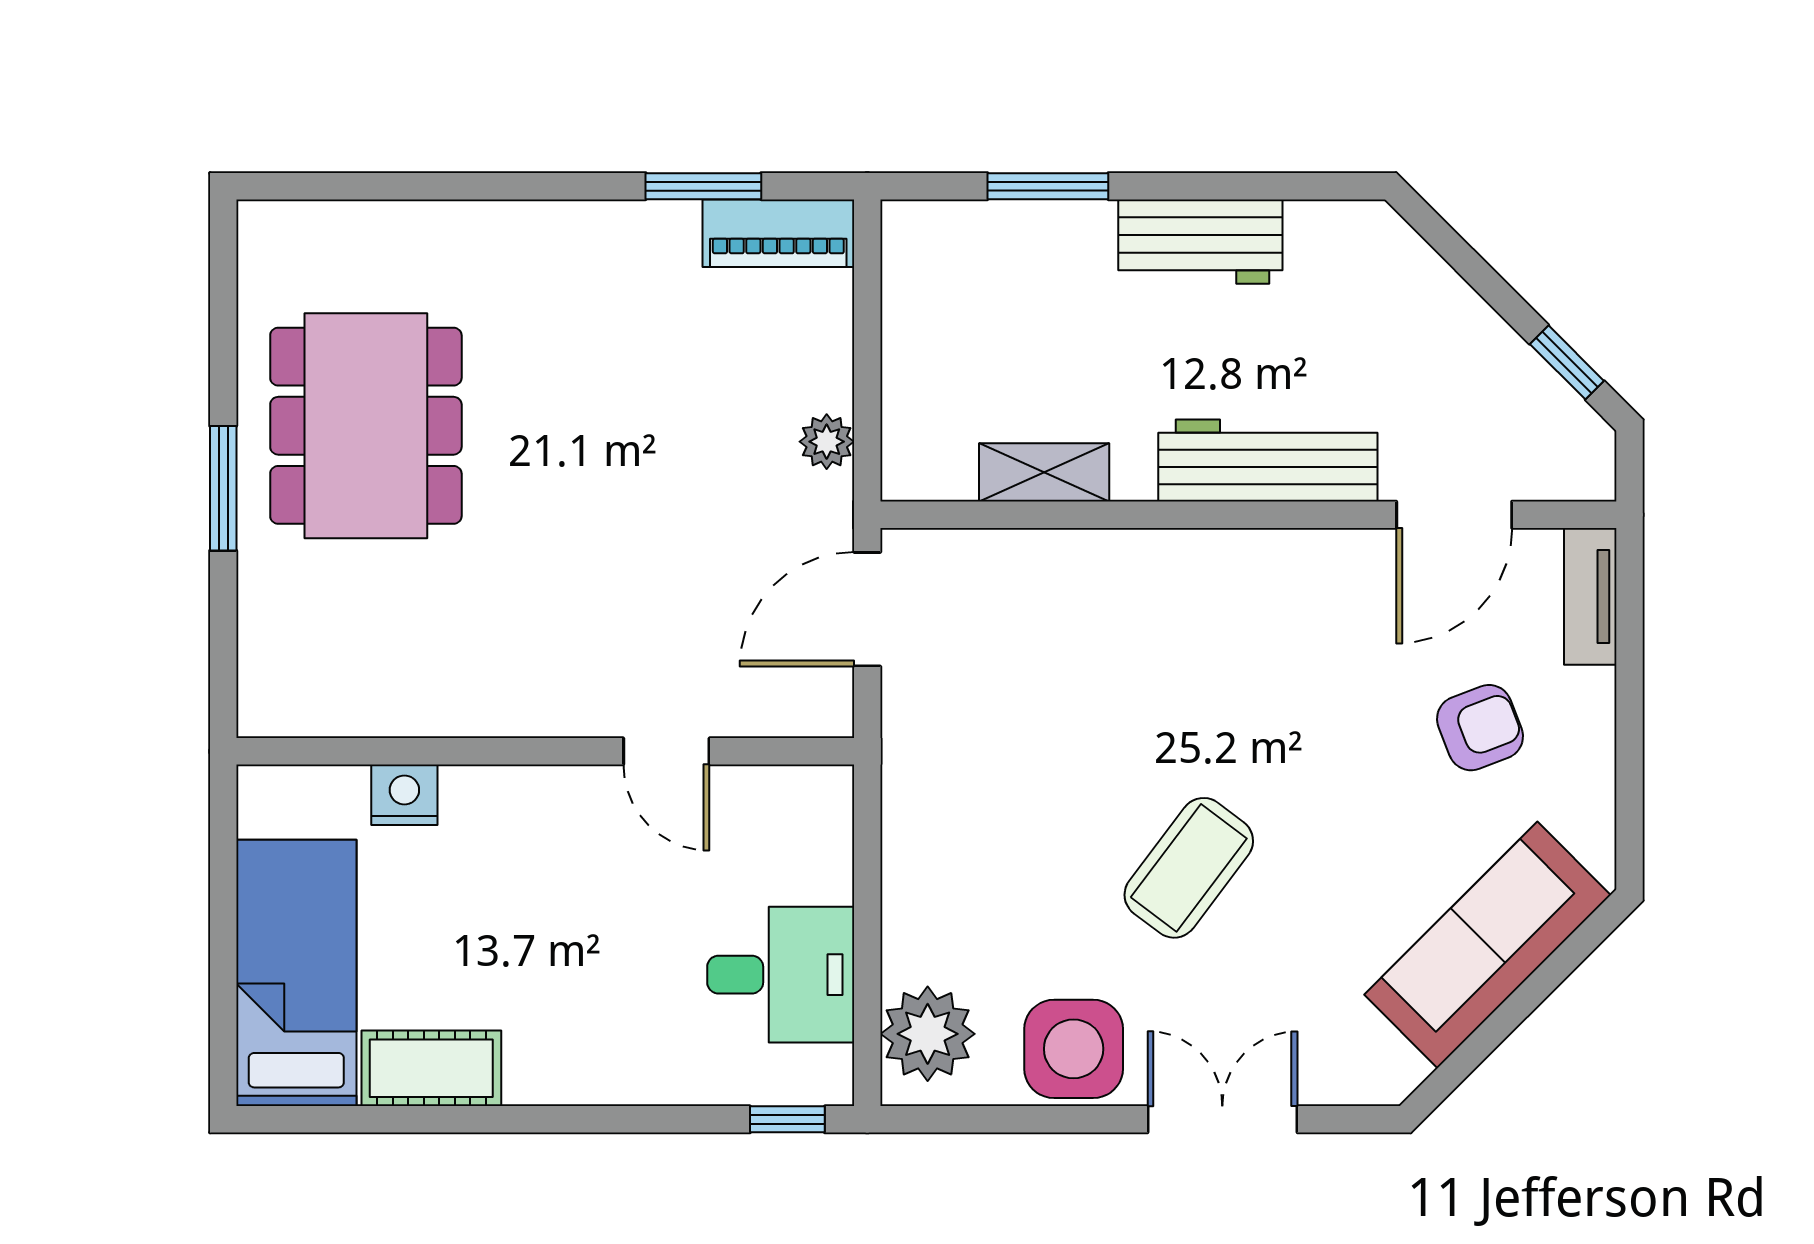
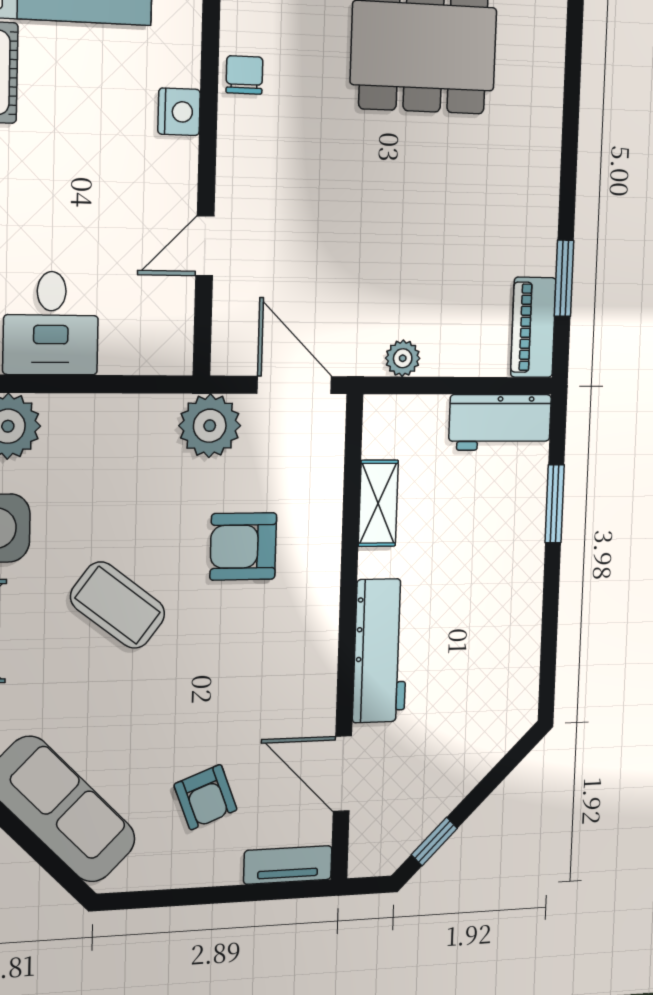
workbench: (1200, 242) -> (500, 422), moved, turned -90
armchair: (1106, 680) -> (243, 547), added
chair: (420, 699) -> (244, 75), added
plant: (927, 737) -> (210, 426), added
nightstand: (404, 795) -> (179, 112), moved

